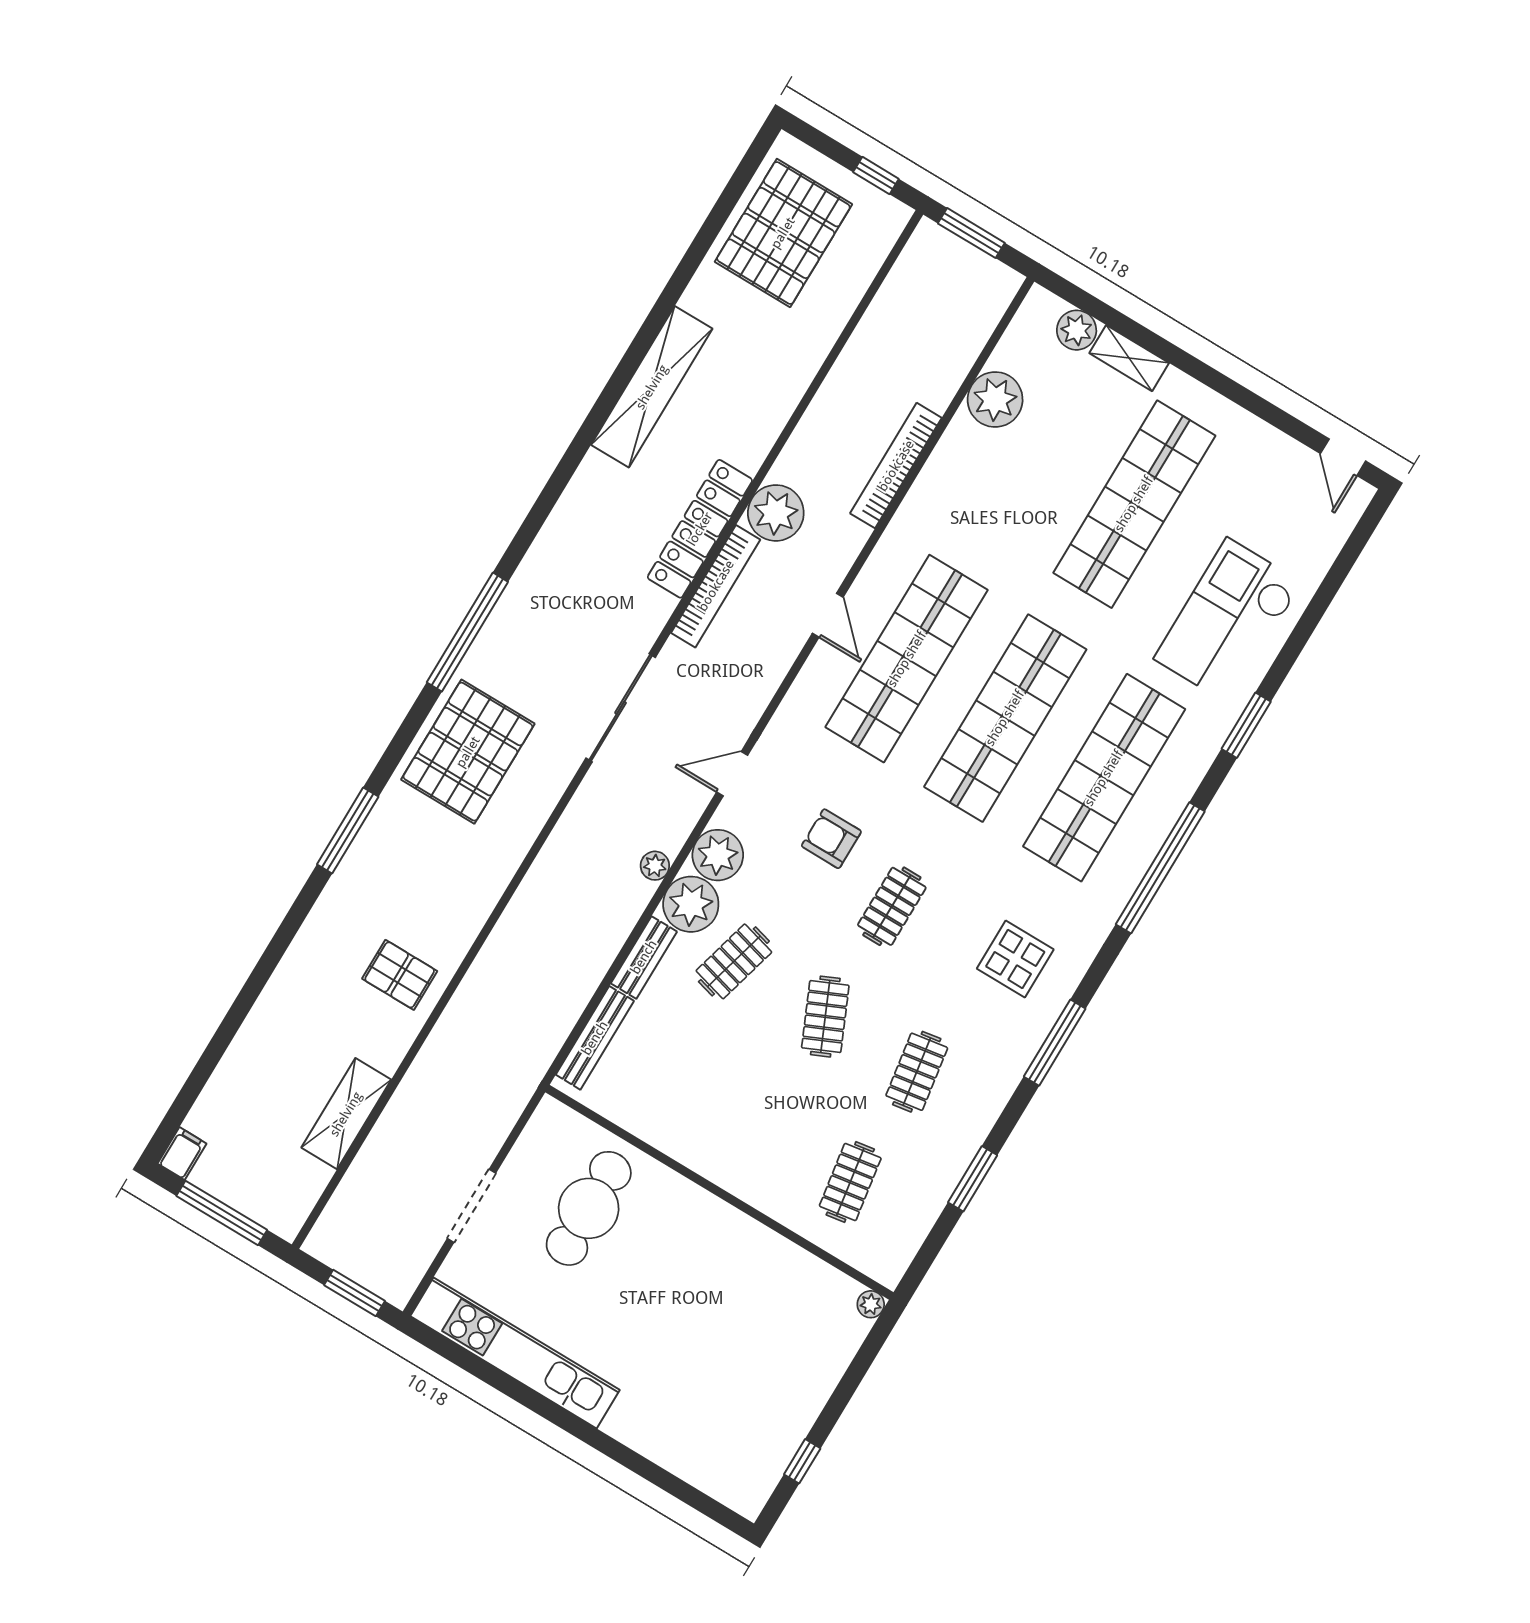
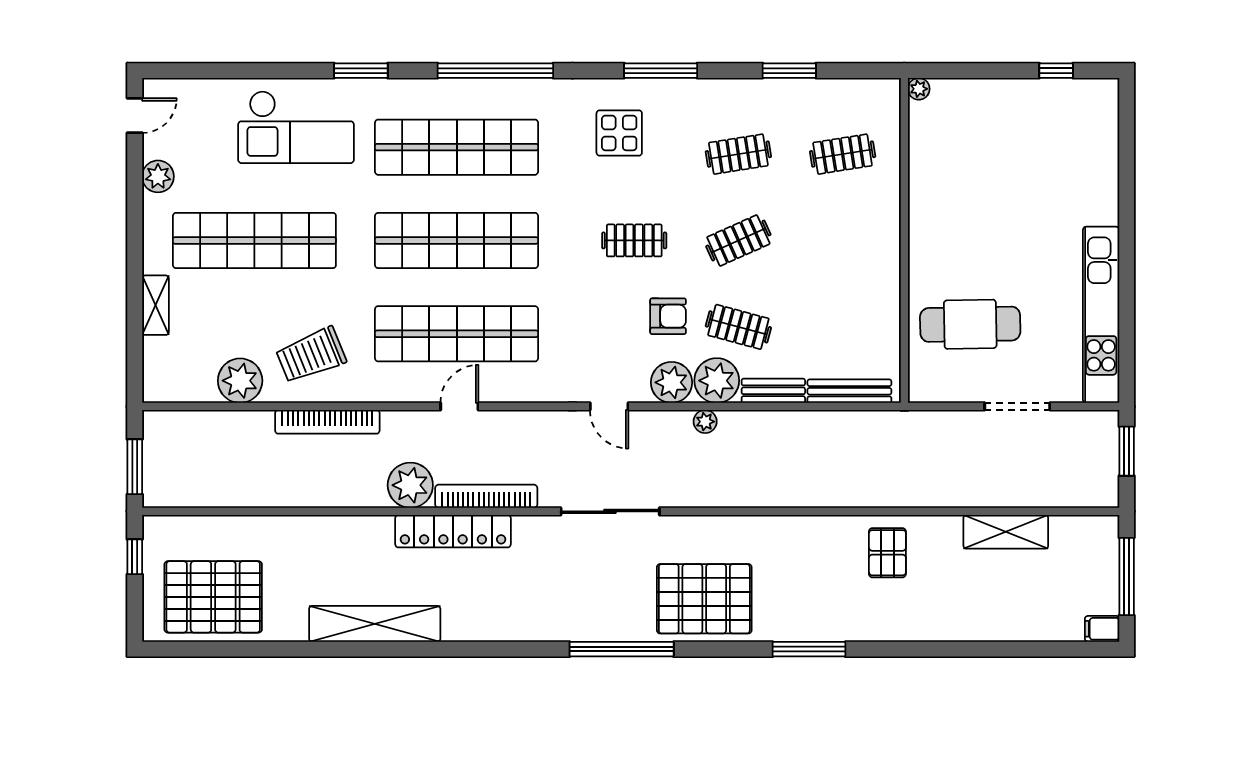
plant: (1077, 330) -> (158, 176), moved
trolley: (977, 491) -> (311, 355), added
armchair: (831, 839) -> (668, 316), moved, turned -90

